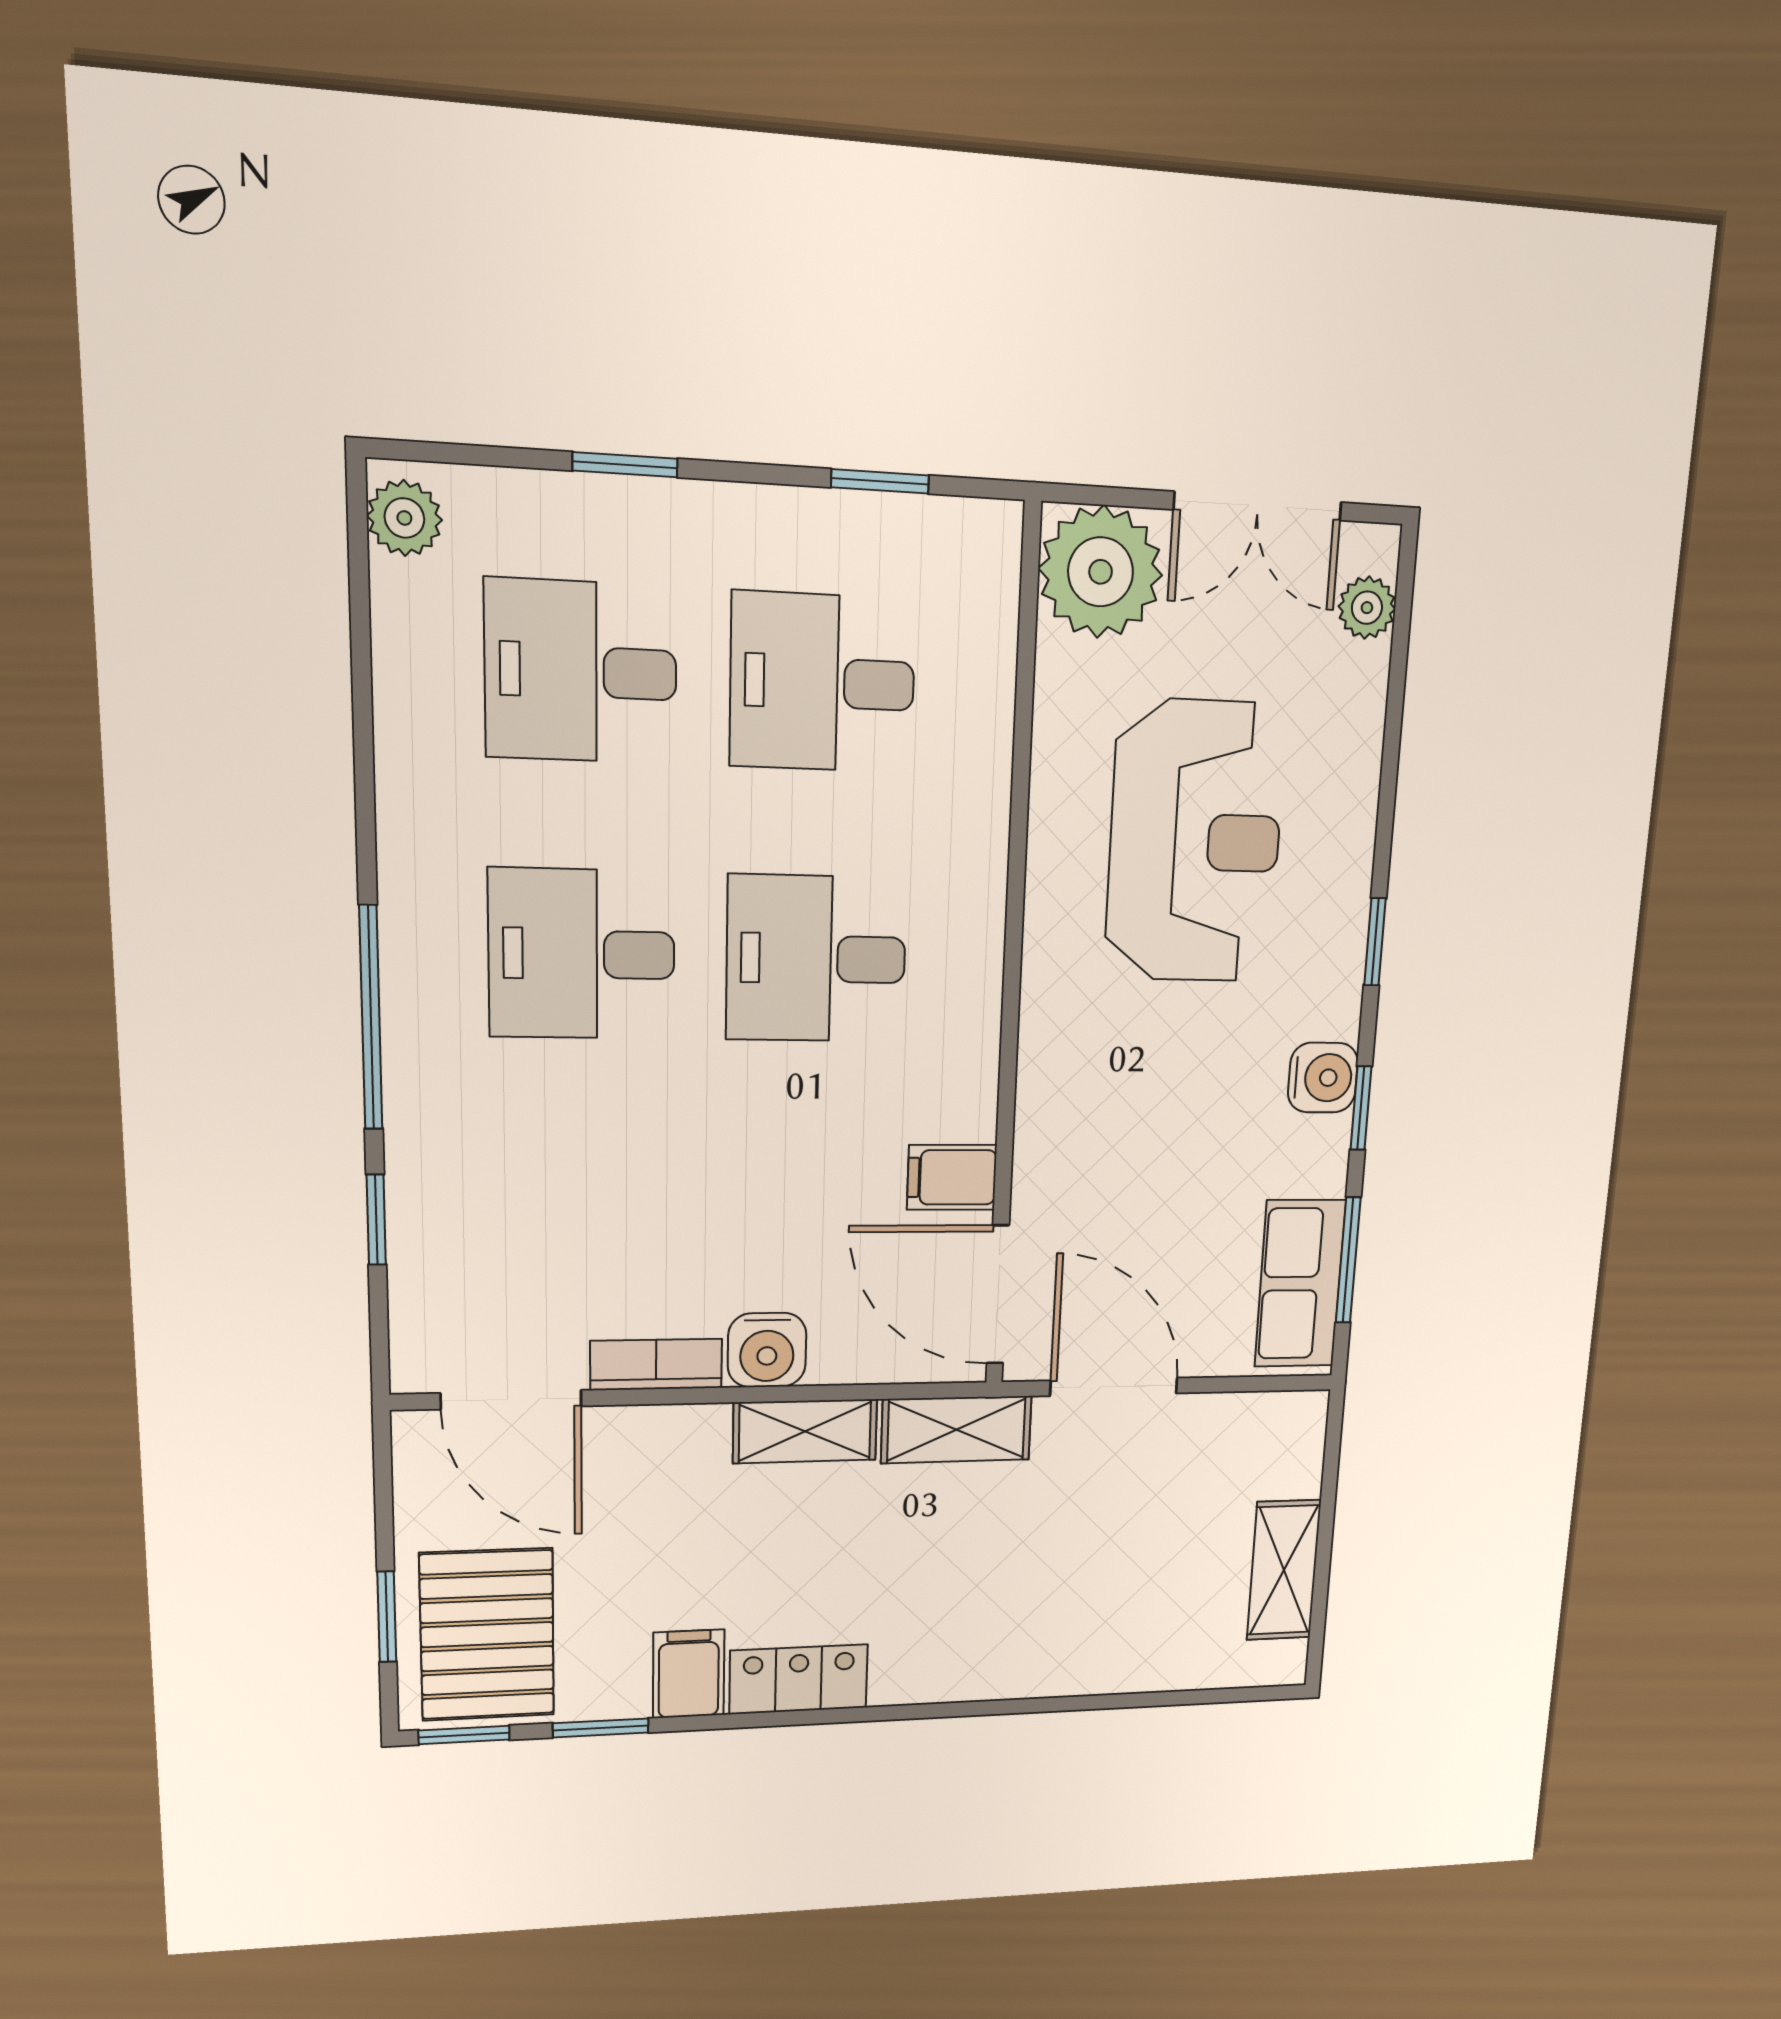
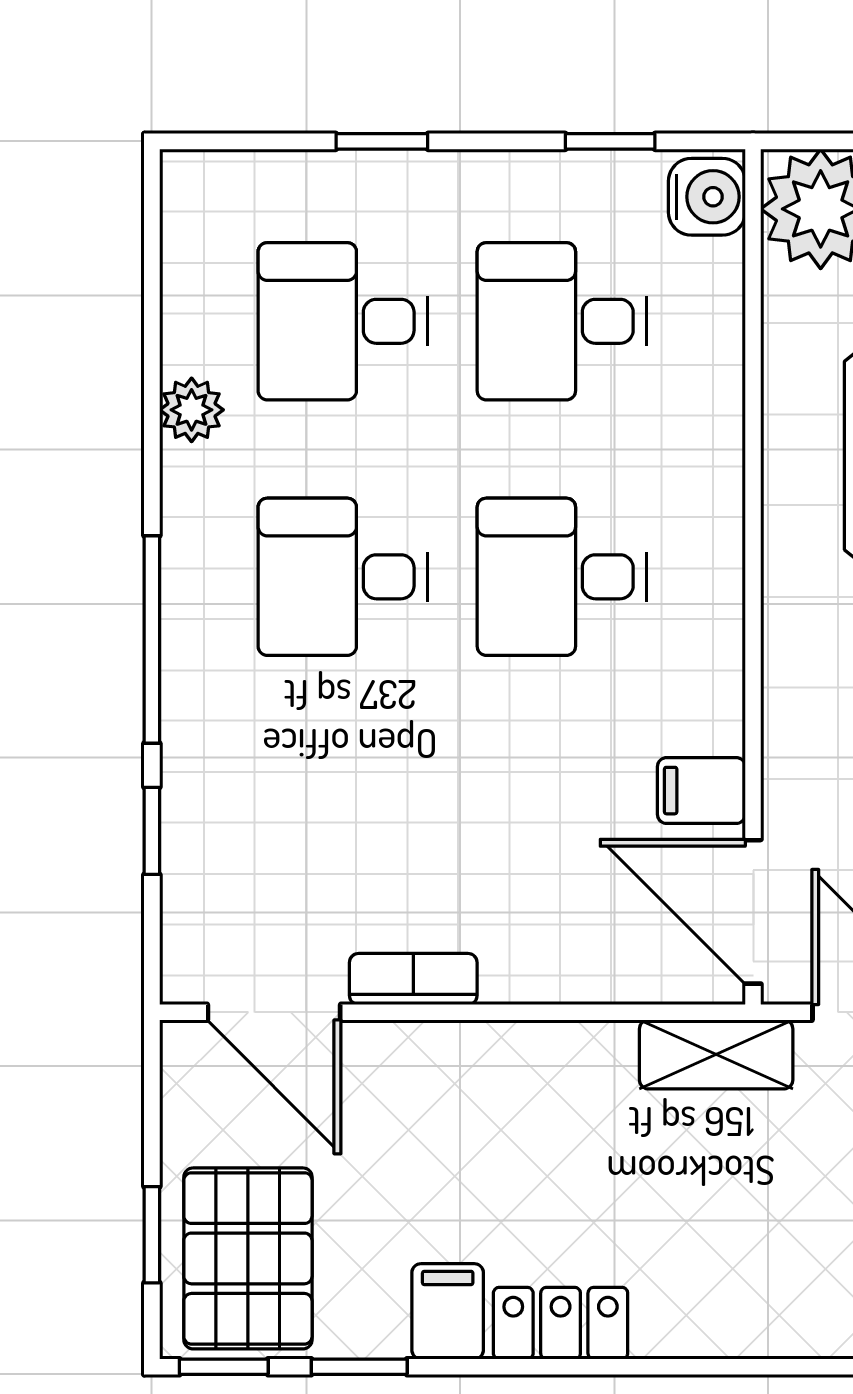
plant: (404, 518) -> (192, 410), moved
water cooler: (767, 1350) -> (707, 197), moved, turned -90
shelving: (805, 1431) -> (561, 1052), removed

